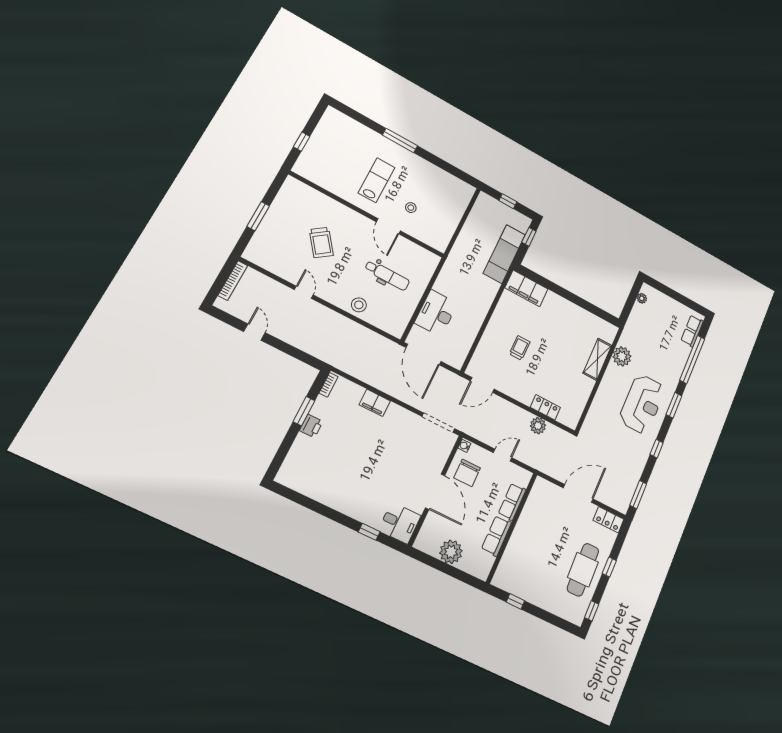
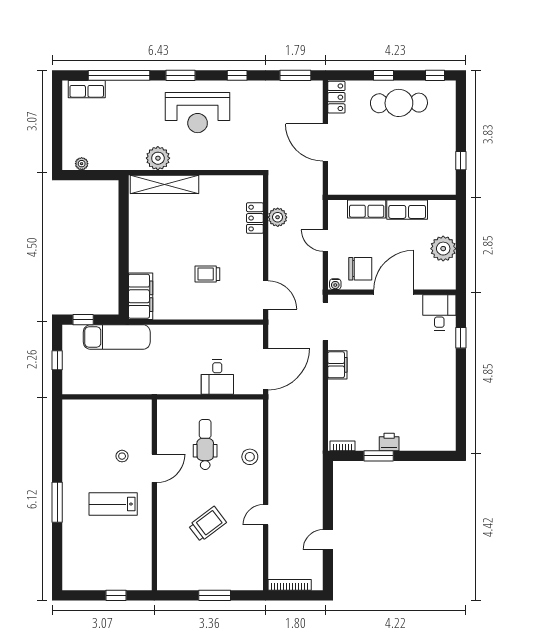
desk: (436, 313) -> (217, 377), width x0.73
shelving: (597, 359) -> (164, 184), width x1.47
filing cabinet: (375, 403) -> (337, 365), moved
reception desk: (642, 404) -> (198, 113), turned 180

